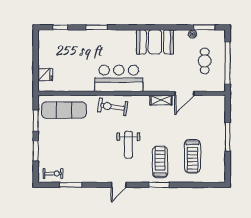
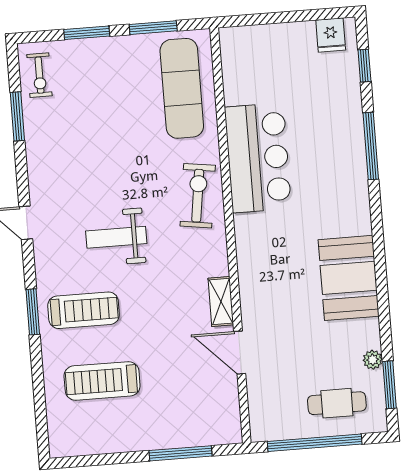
window: (96, 27) -> (371, 146), width x1.44
cafe table: (205, 61) -> (337, 403), moved
fridge: (45, 75) -> (331, 35), moved
bar counter: (119, 78) -> (258, 158), moved
window: (228, 137) -> (181, 453), moved

